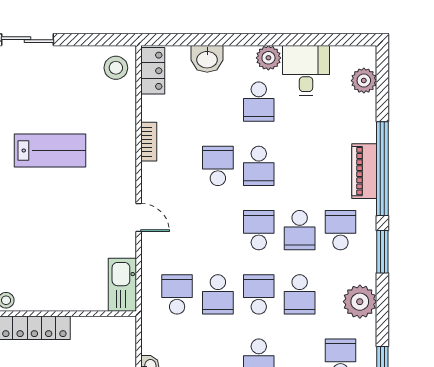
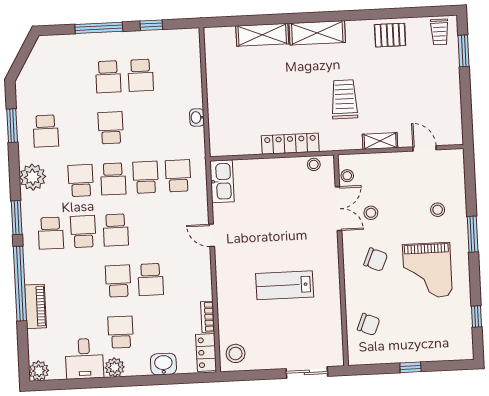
plant: (364, 81) -> (39, 371), moved
bookcase: (149, 142) -> (208, 317), moved
piano: (364, 171) -> (35, 306), moved
school desk: (177, 294) -> (178, 176), turned 180

